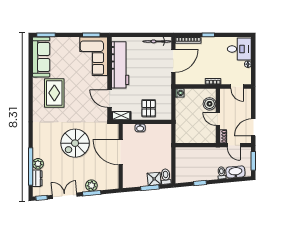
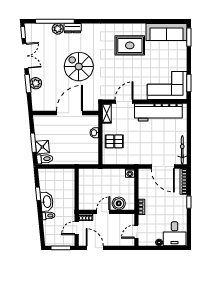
washbasin: (235, 172) -> (47, 202), moved
dresser: (37, 178) -> (73, 28), moved

